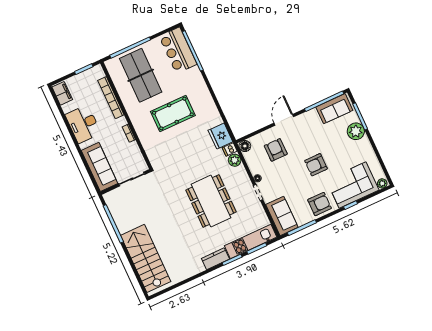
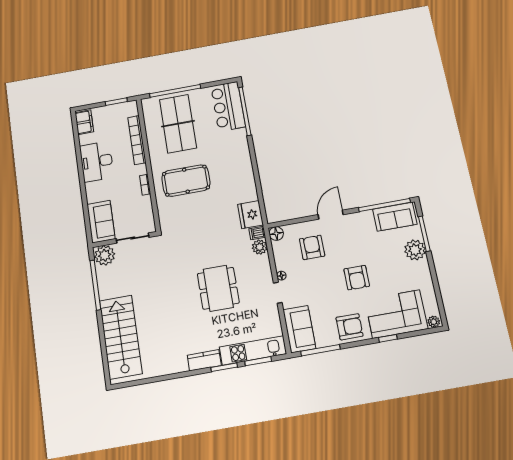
pool table: (173, 114) -> (186, 181), moved
armchair: (316, 165) -> (357, 278), turned -90
sofa: (100, 167) -> (101, 222), width x0.73
plant: (113, 199) -> (105, 255), added
dining table: (211, 201) -> (218, 288), width x0.73, depth x0.80

